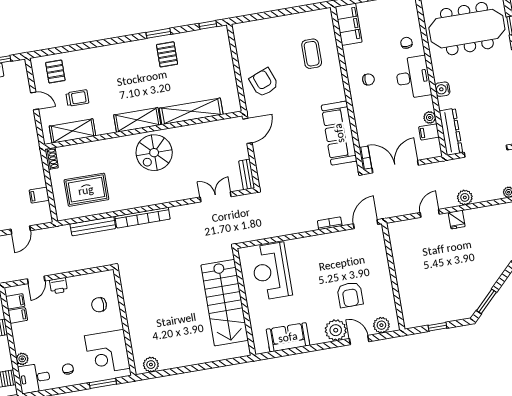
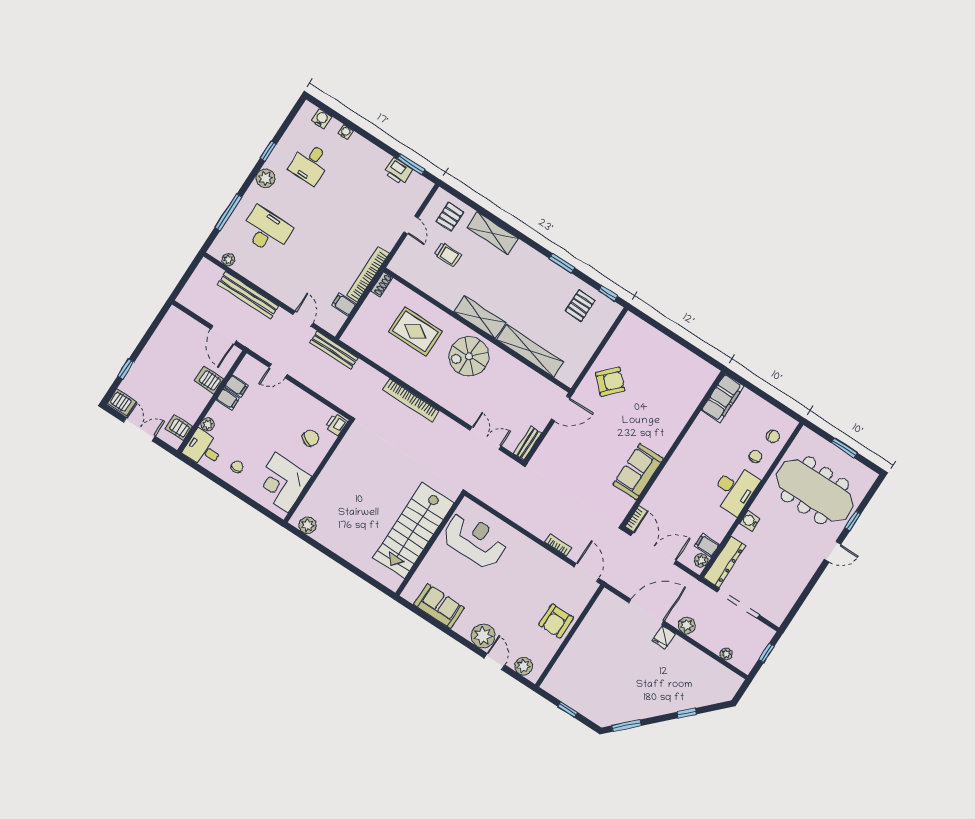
pallet: (167, 54) -> (580, 306), moved
coffee table: (312, 54) -> (670, 394), removed
chair: (368, 79) -> (773, 436), moved
armchair: (264, 82) -> (610, 382), turned 65
plant: (430, 117) -> (701, 560), moved
shelving: (72, 131) -> (493, 233), moved
sofa: (339, 133) -> (638, 472), width x0.73
bookcase: (36, 161) -> (368, 275), added
rug: (86, 190) -> (415, 331), moved
door: (430, 213) -> (646, 612), width x1.88
door: (366, 224) -> (586, 573), hinge flipped
bench: (93, 226) -> (334, 350), moved
door: (21, 230) -> (303, 319), swing flipped
reception desk: (271, 271) -> (475, 540), turned 90
printer: (59, 286) -> (336, 424), moved, turned 90
armchair: (350, 295) -> (556, 621), moved
filing cabinet: (15, 301) -> (228, 399), moved
chair: (99, 305) -> (310, 438), turned 120
window: (103, 383) -> (255, 505), removed

